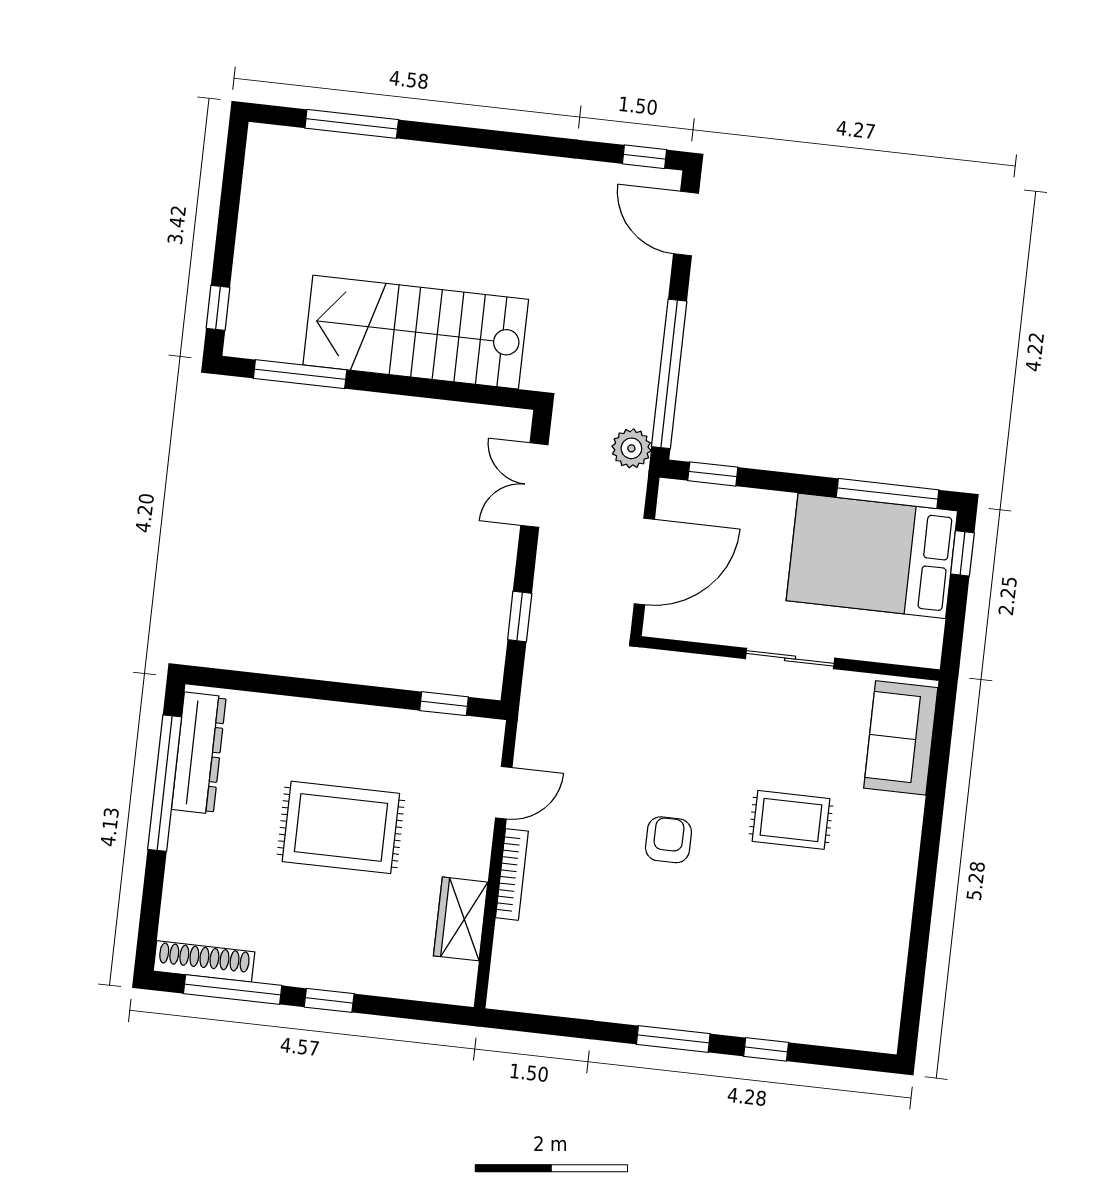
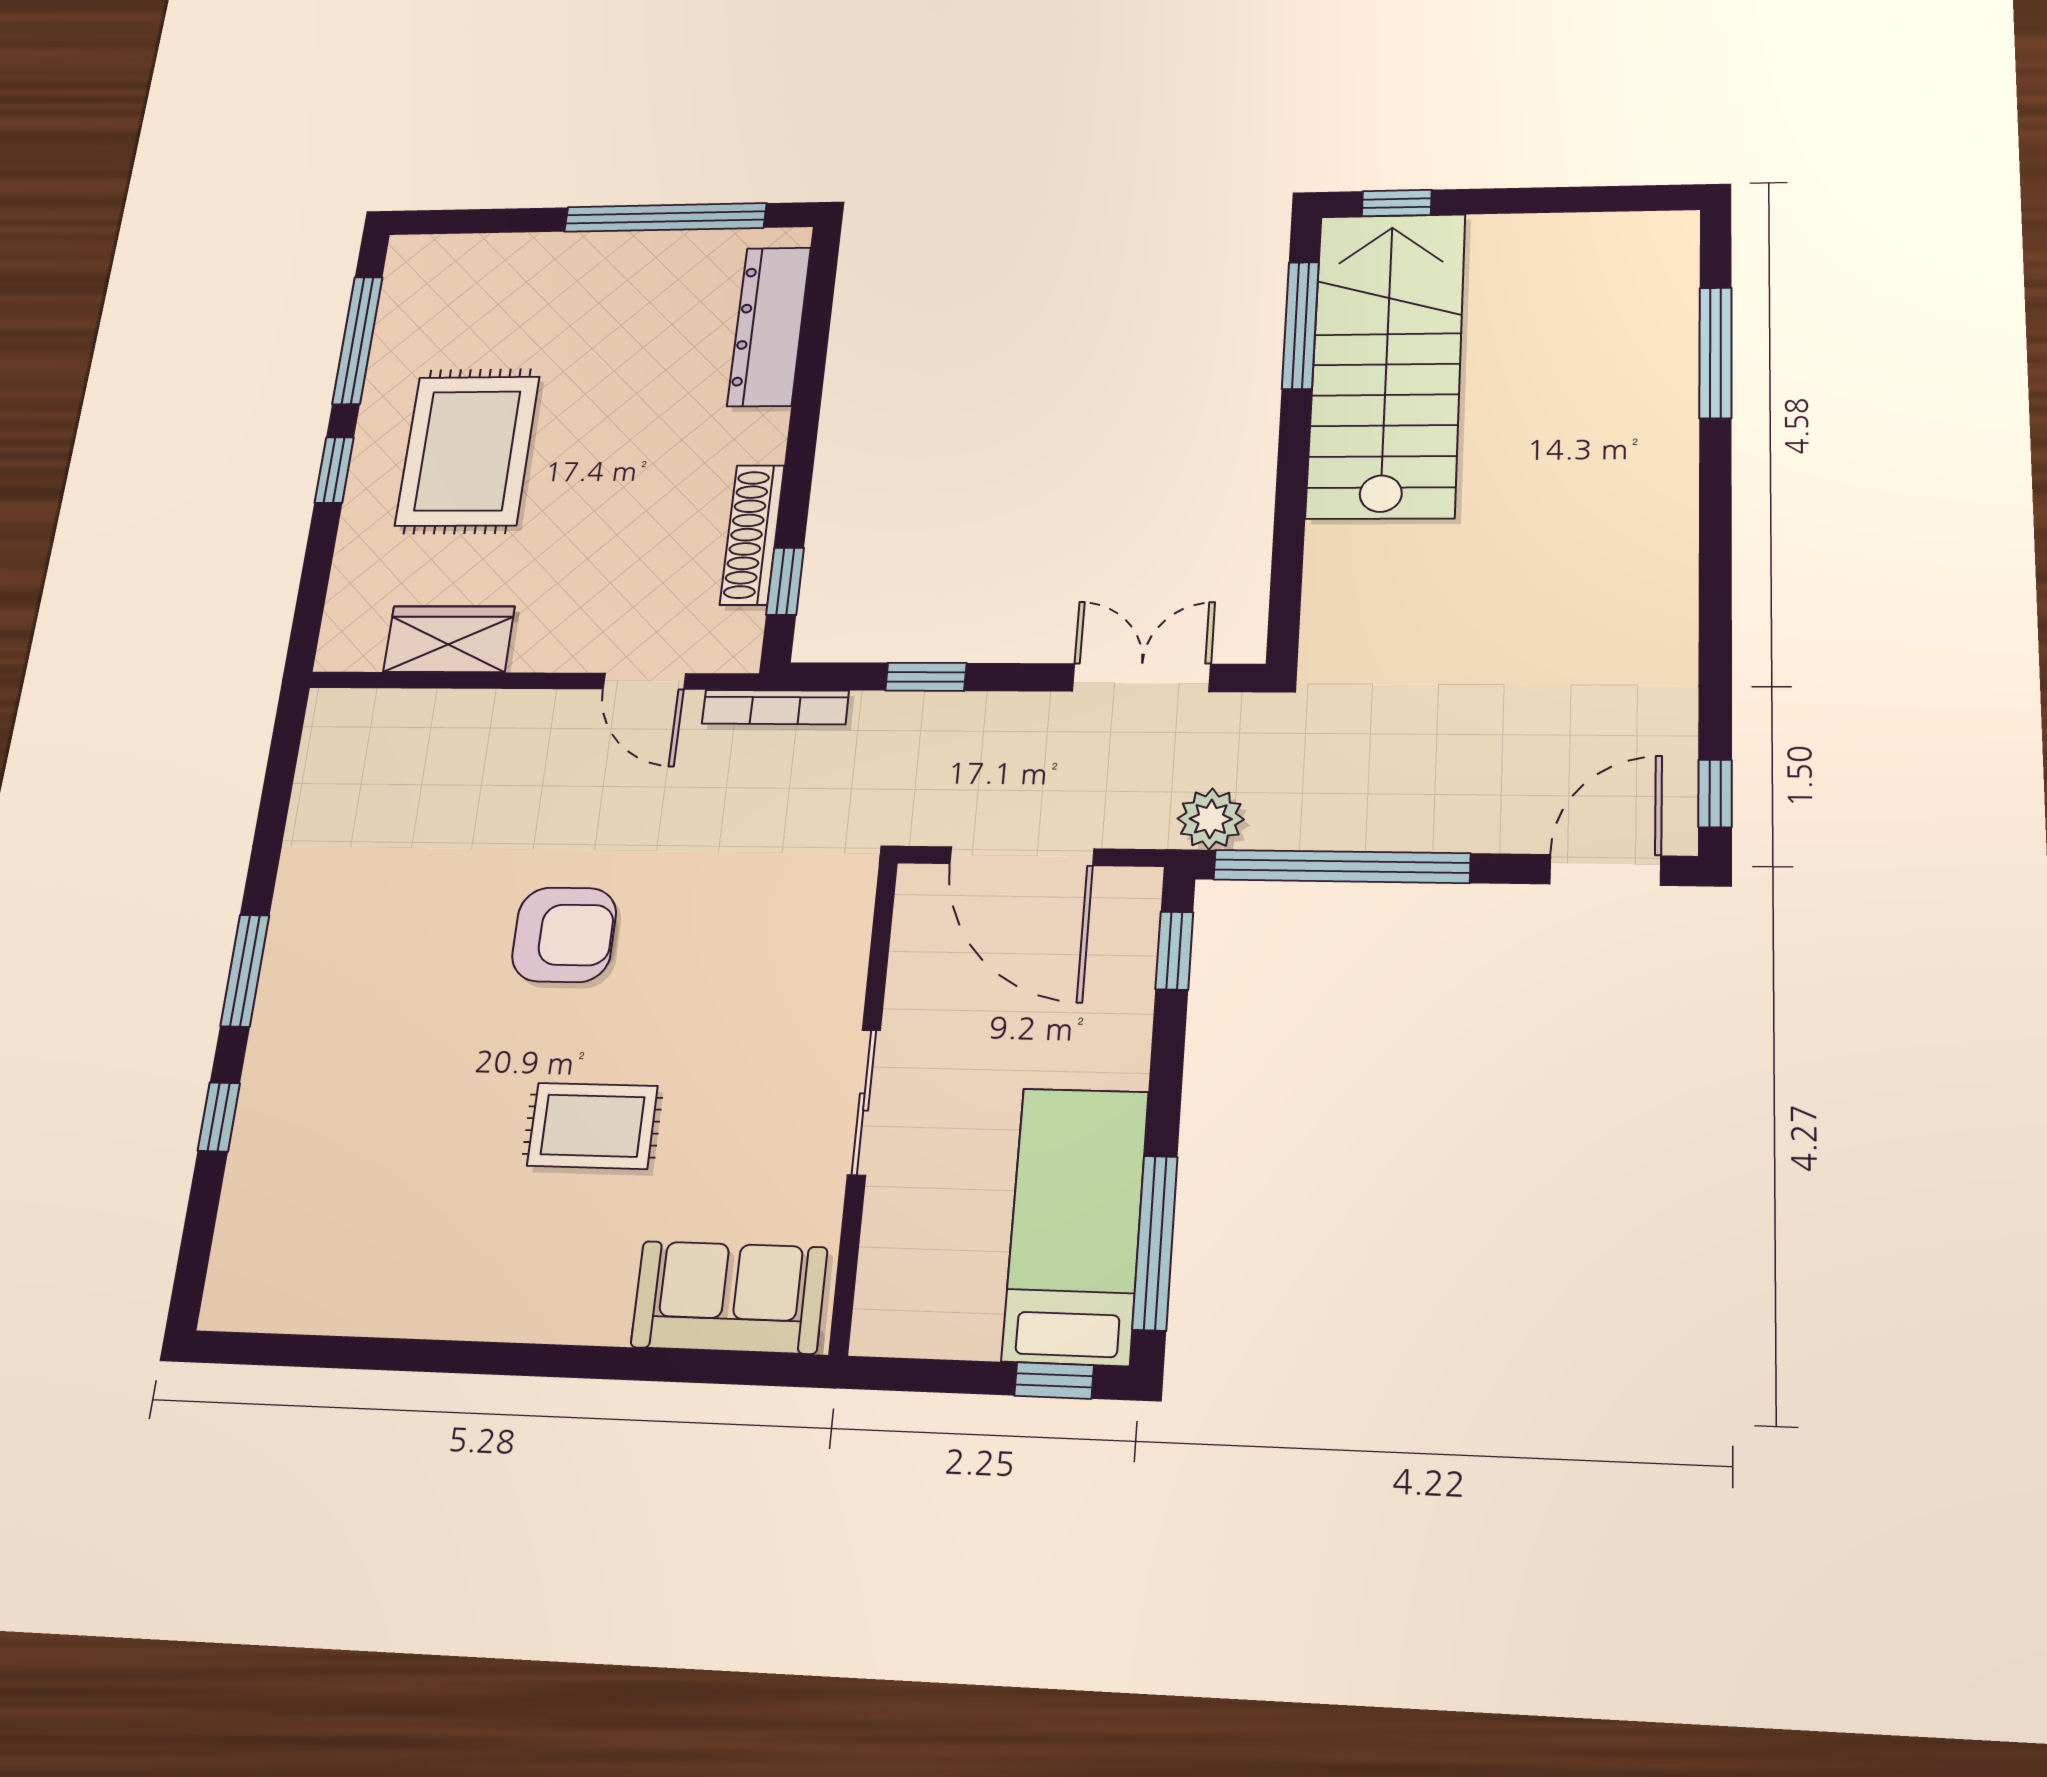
stairs: (416, 332) -> (1386, 364), moved
bed: (872, 556) -> (1076, 1225), width x0.67
dresser: (199, 753) -> (769, 326), moved, turned 90
rug: (791, 820) -> (592, 1126), turned 90
rug: (341, 827) -> (467, 451), moved
armchair: (668, 840) -> (564, 935), width x1.38, depth x1.38
bookcase: (512, 874) -> (775, 707), moved
shoe rack: (204, 961) -> (752, 535), moved, turned 180

